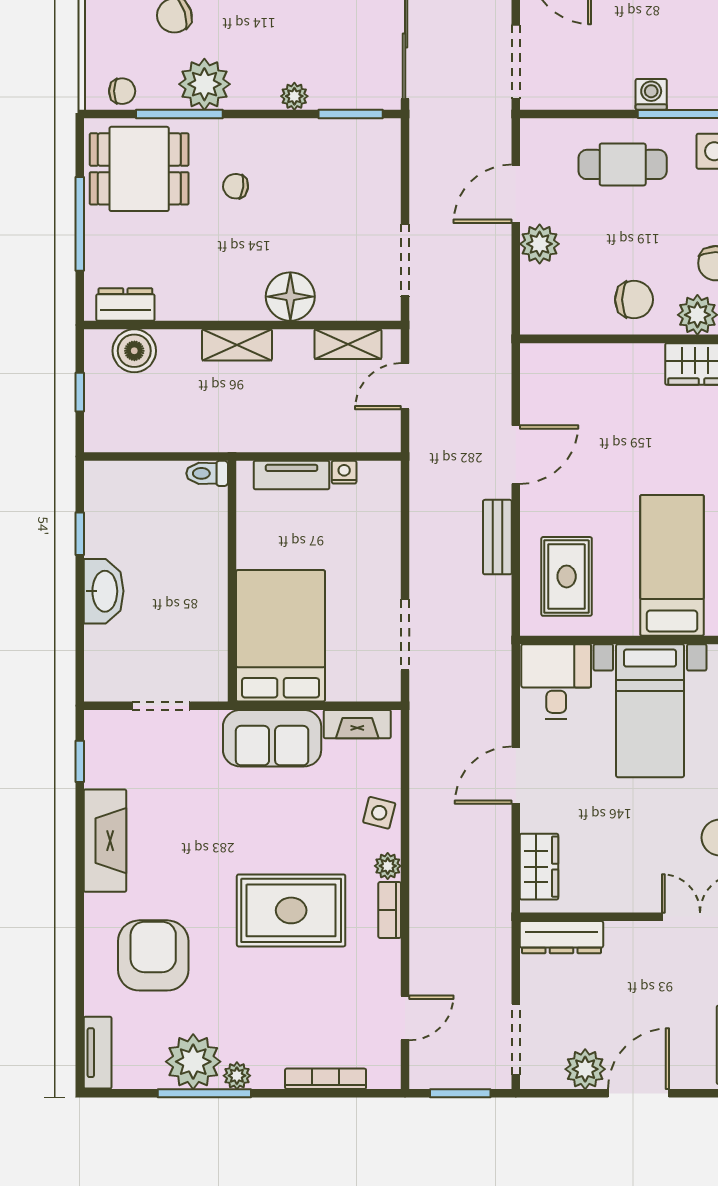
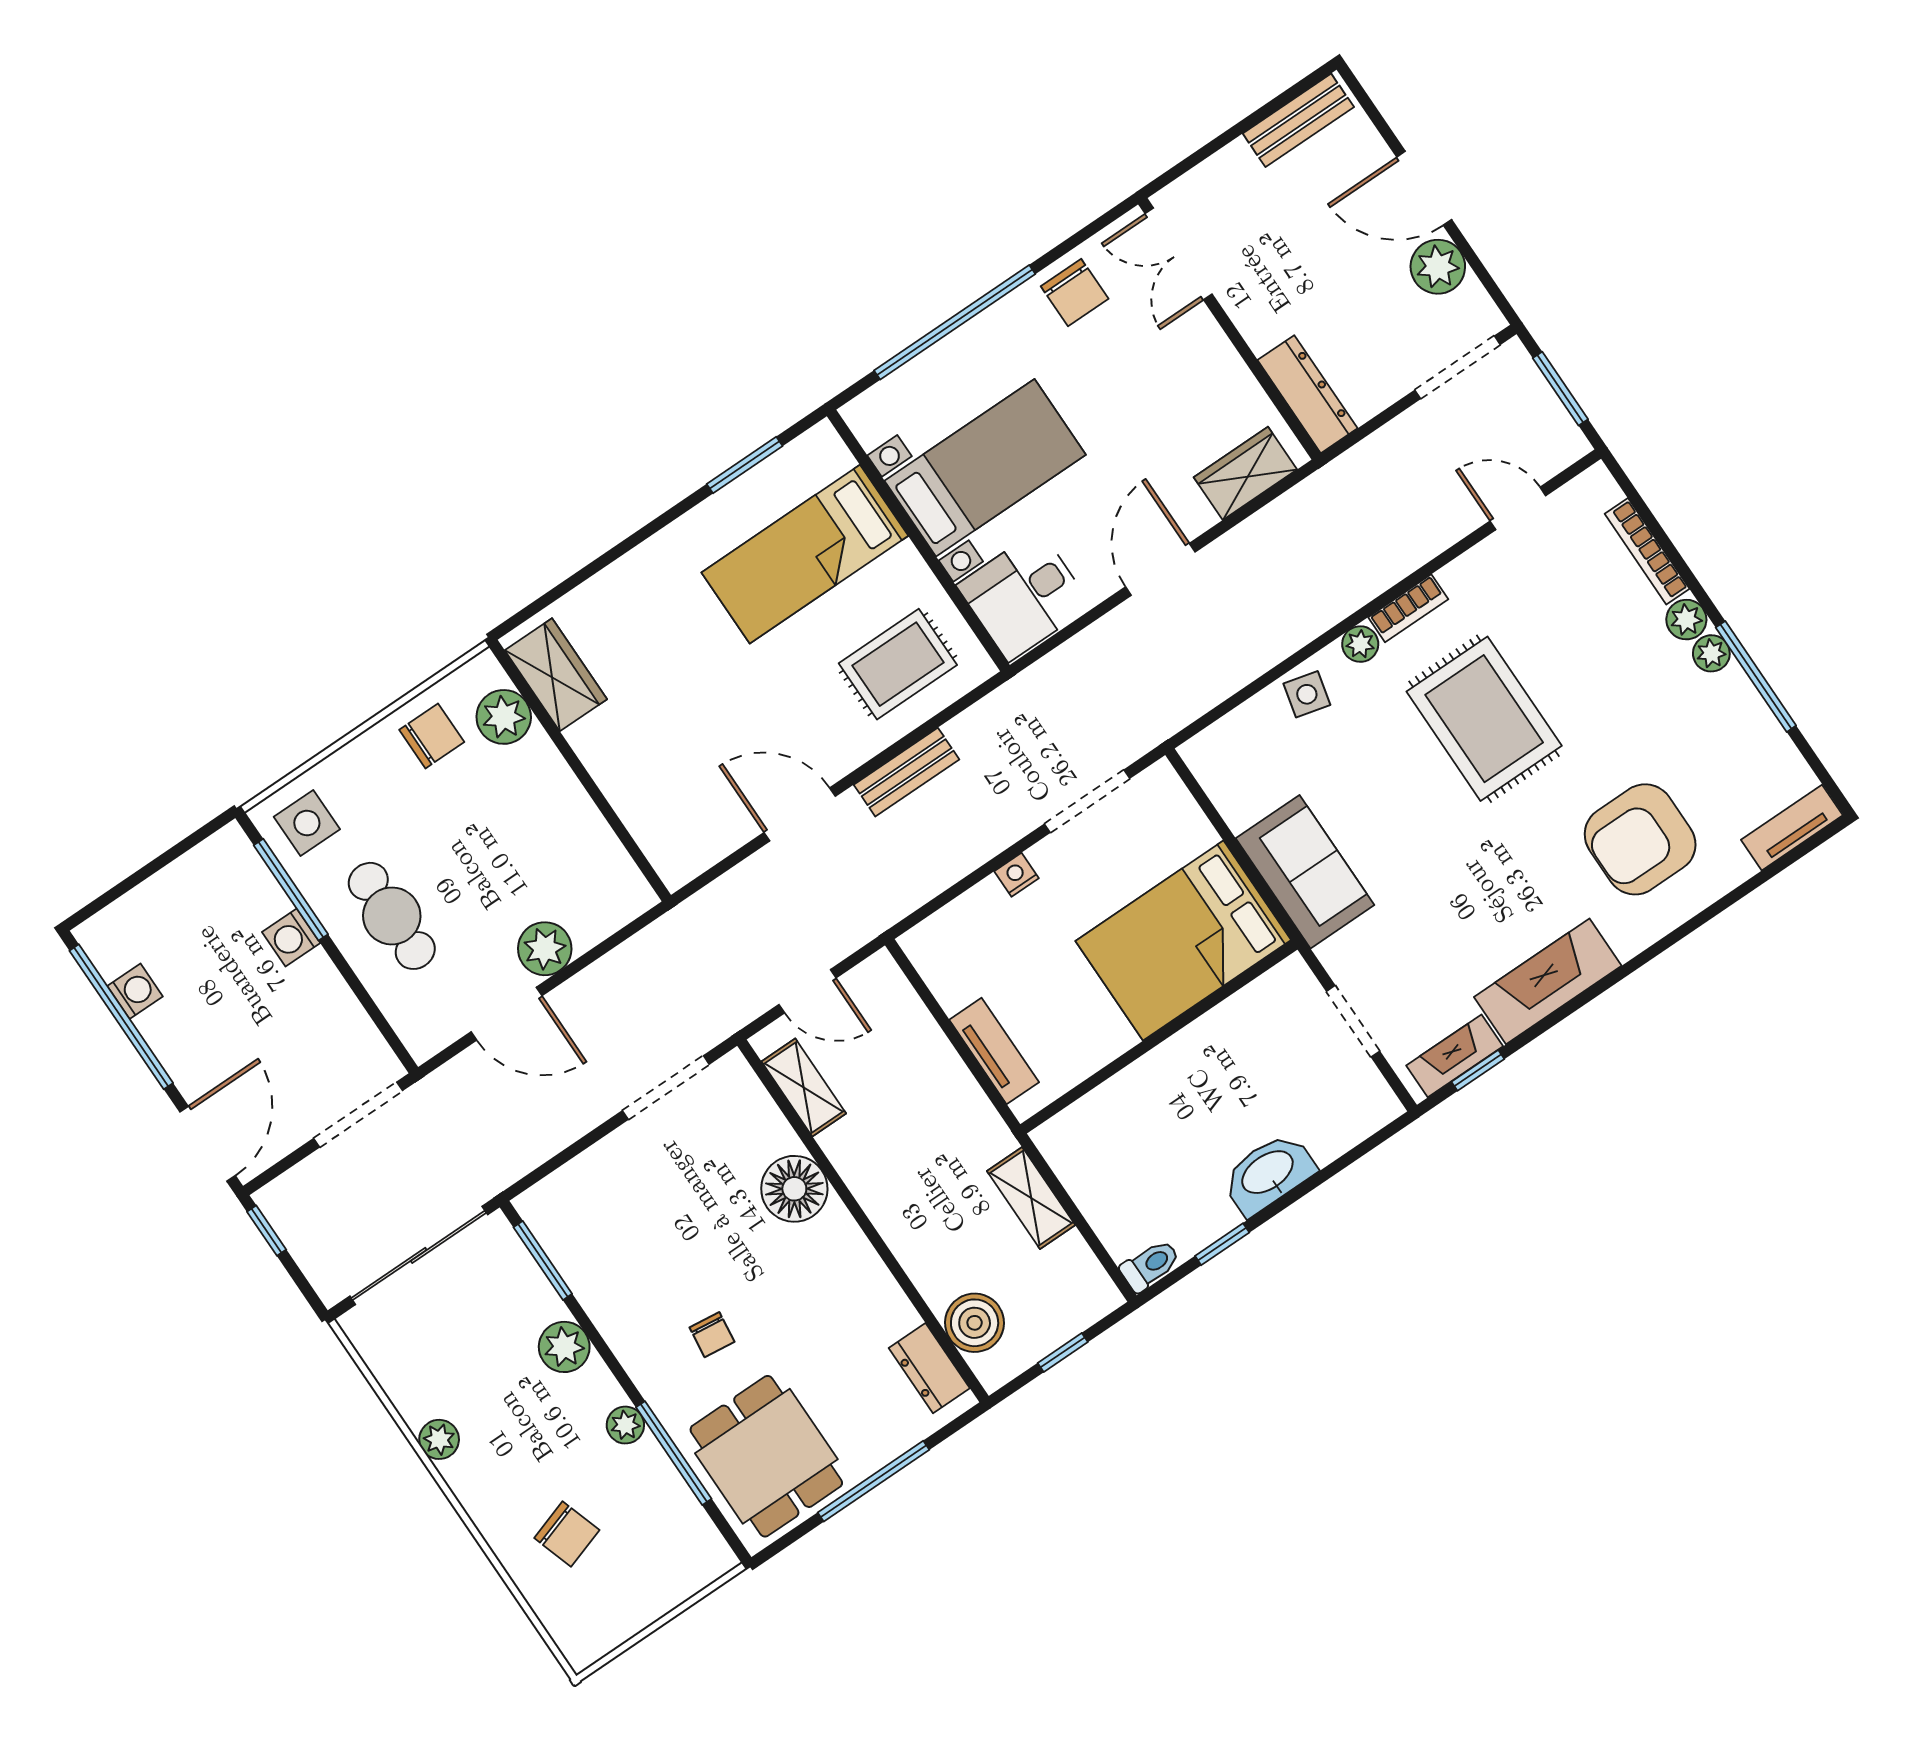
plant: (204, 84) -> (625, 1425), width x0.53, depth x0.53
chair: (122, 91) -> (692, 1535), removed
plant: (294, 96) -> (564, 1347), width x1.38, depth x1.38
chair: (634, 300) -> (535, 800), removed
shelving: (237, 345) -> (1031, 1198), moved
nightstand: (344, 472) -> (1016, 875), moved, turned 90
toilet: (207, 473) -> (1150, 1265), moved, turned -90
fireplace: (357, 724) -> (1455, 1056), moved, turned -90
door: (516, 775) -> (1160, 569), swing flipped
plant: (193, 1062) -> (1686, 620), moved, width x0.53, depth x0.53

